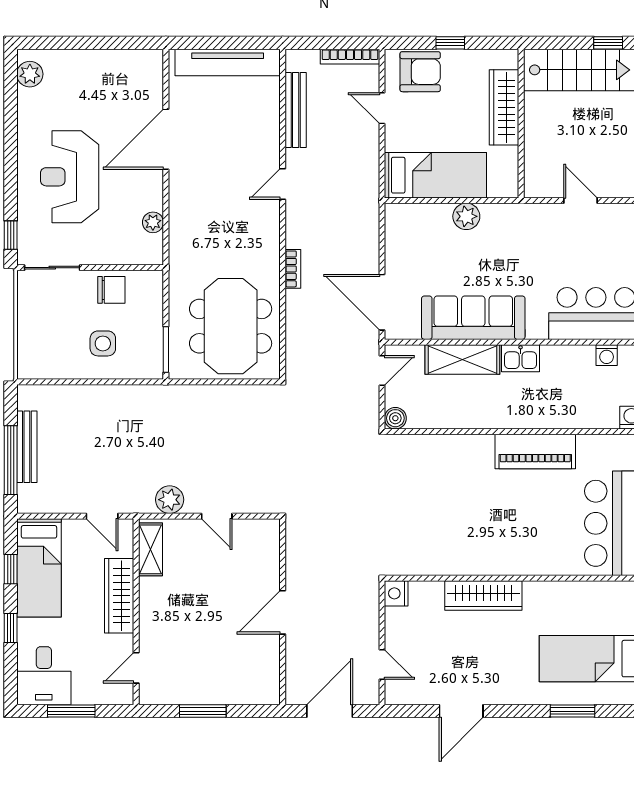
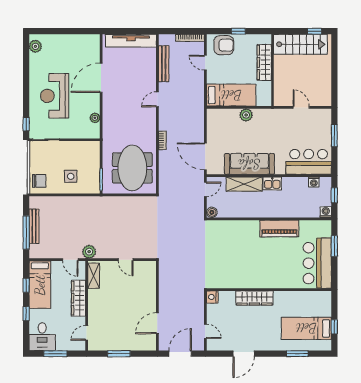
chair: (111, 290) -> (39, 181), moved
plant: (170, 500) -> (89, 252), moved
door: (283, 612) -> (157, 323), moved

